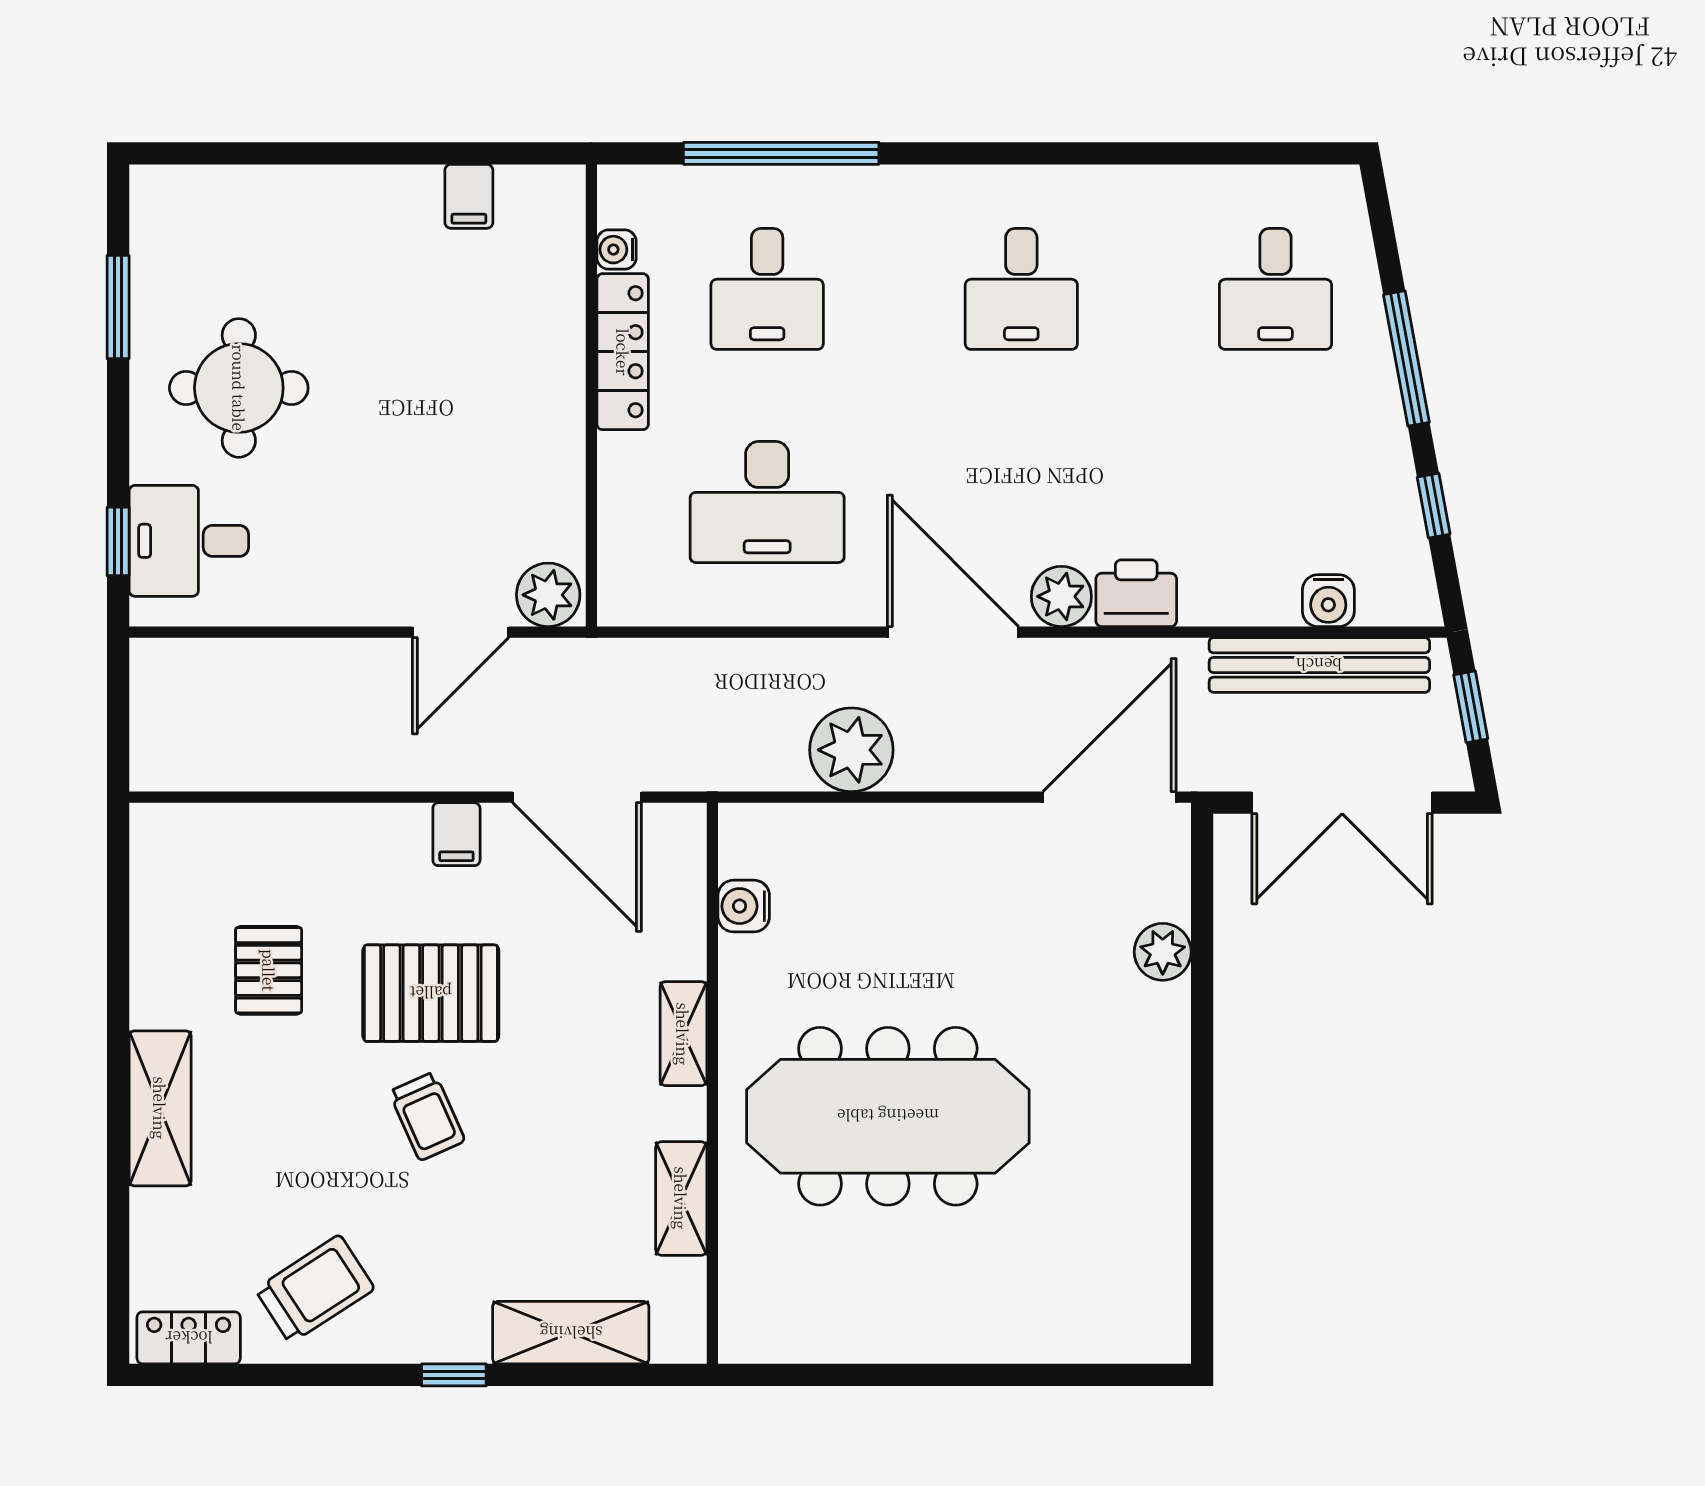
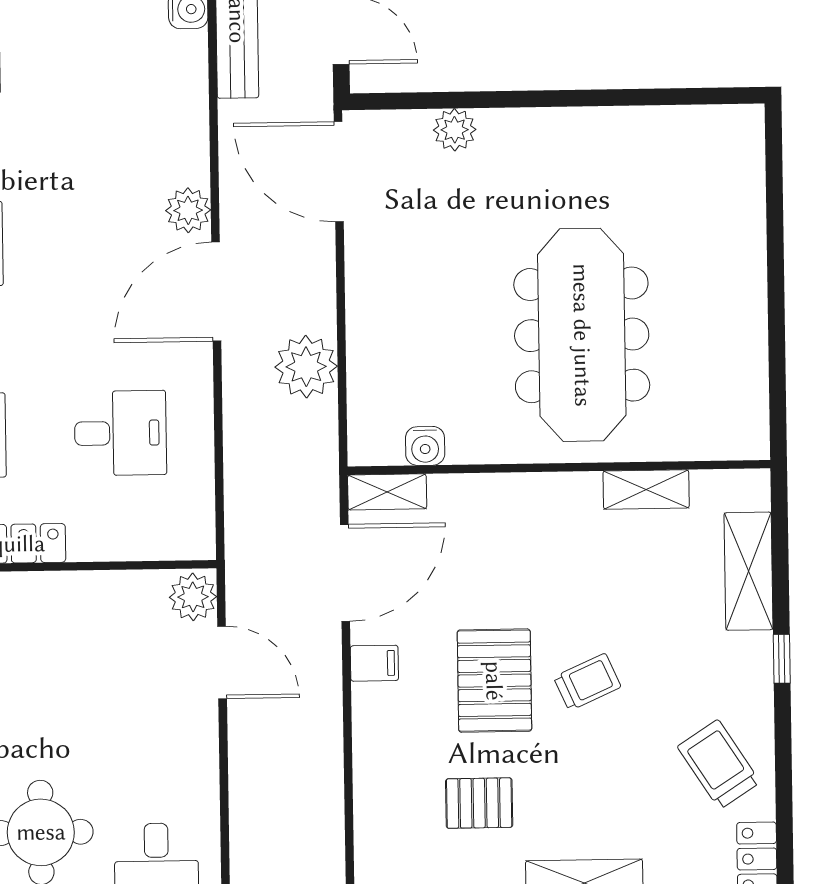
desk: (767, 502) -> (120, 433), width x0.73
printer: (1136, 593) -> (185, 154), removed
shelving: (683, 1034) -> (387, 492), moved

